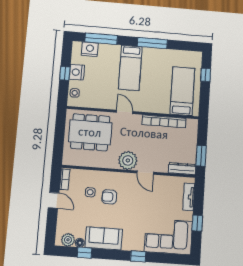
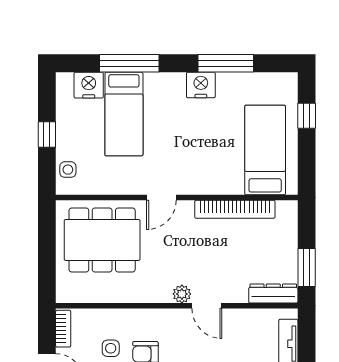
window: (101, 39) -> (129, 63), moved
window: (152, 43) -> (226, 63), moved
bed: (130, 68) -> (124, 114), moved
nightstand: (77, 72) -> (201, 85), moved, turned 90
door: (125, 112) -> (161, 198), swing flipped
plant: (128, 160) -> (182, 294), width x0.53, depth x0.53

